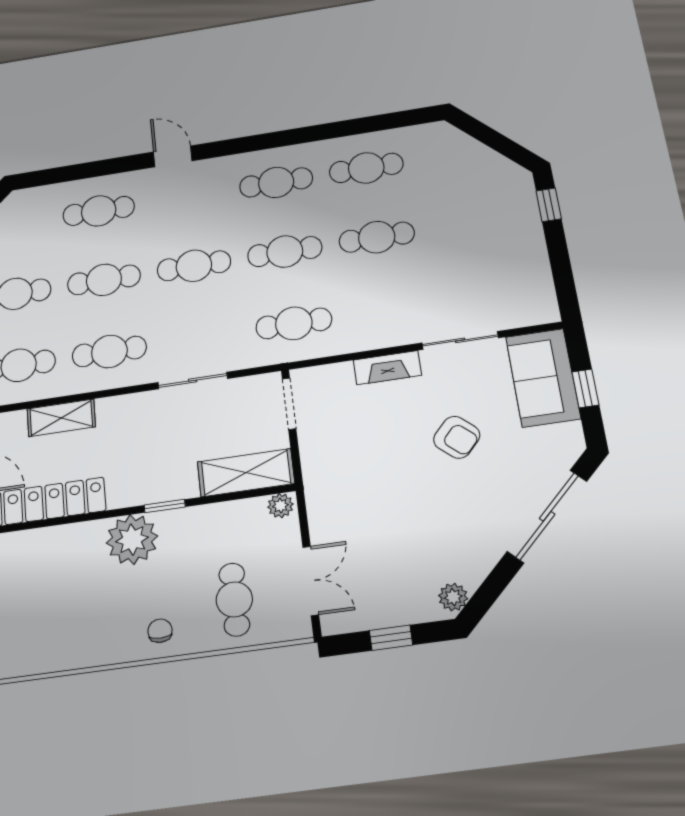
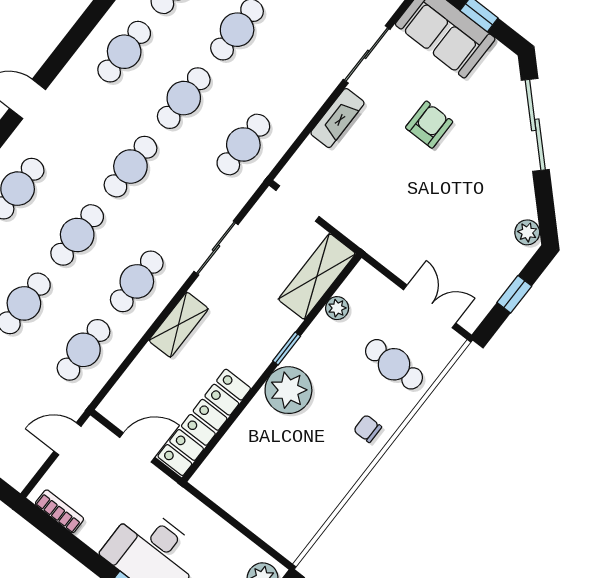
shelving: (61, 418) -> (179, 325), moved
armchair: (457, 437) -> (429, 125), turned -42
plant: (280, 506) -> (337, 308), moved

